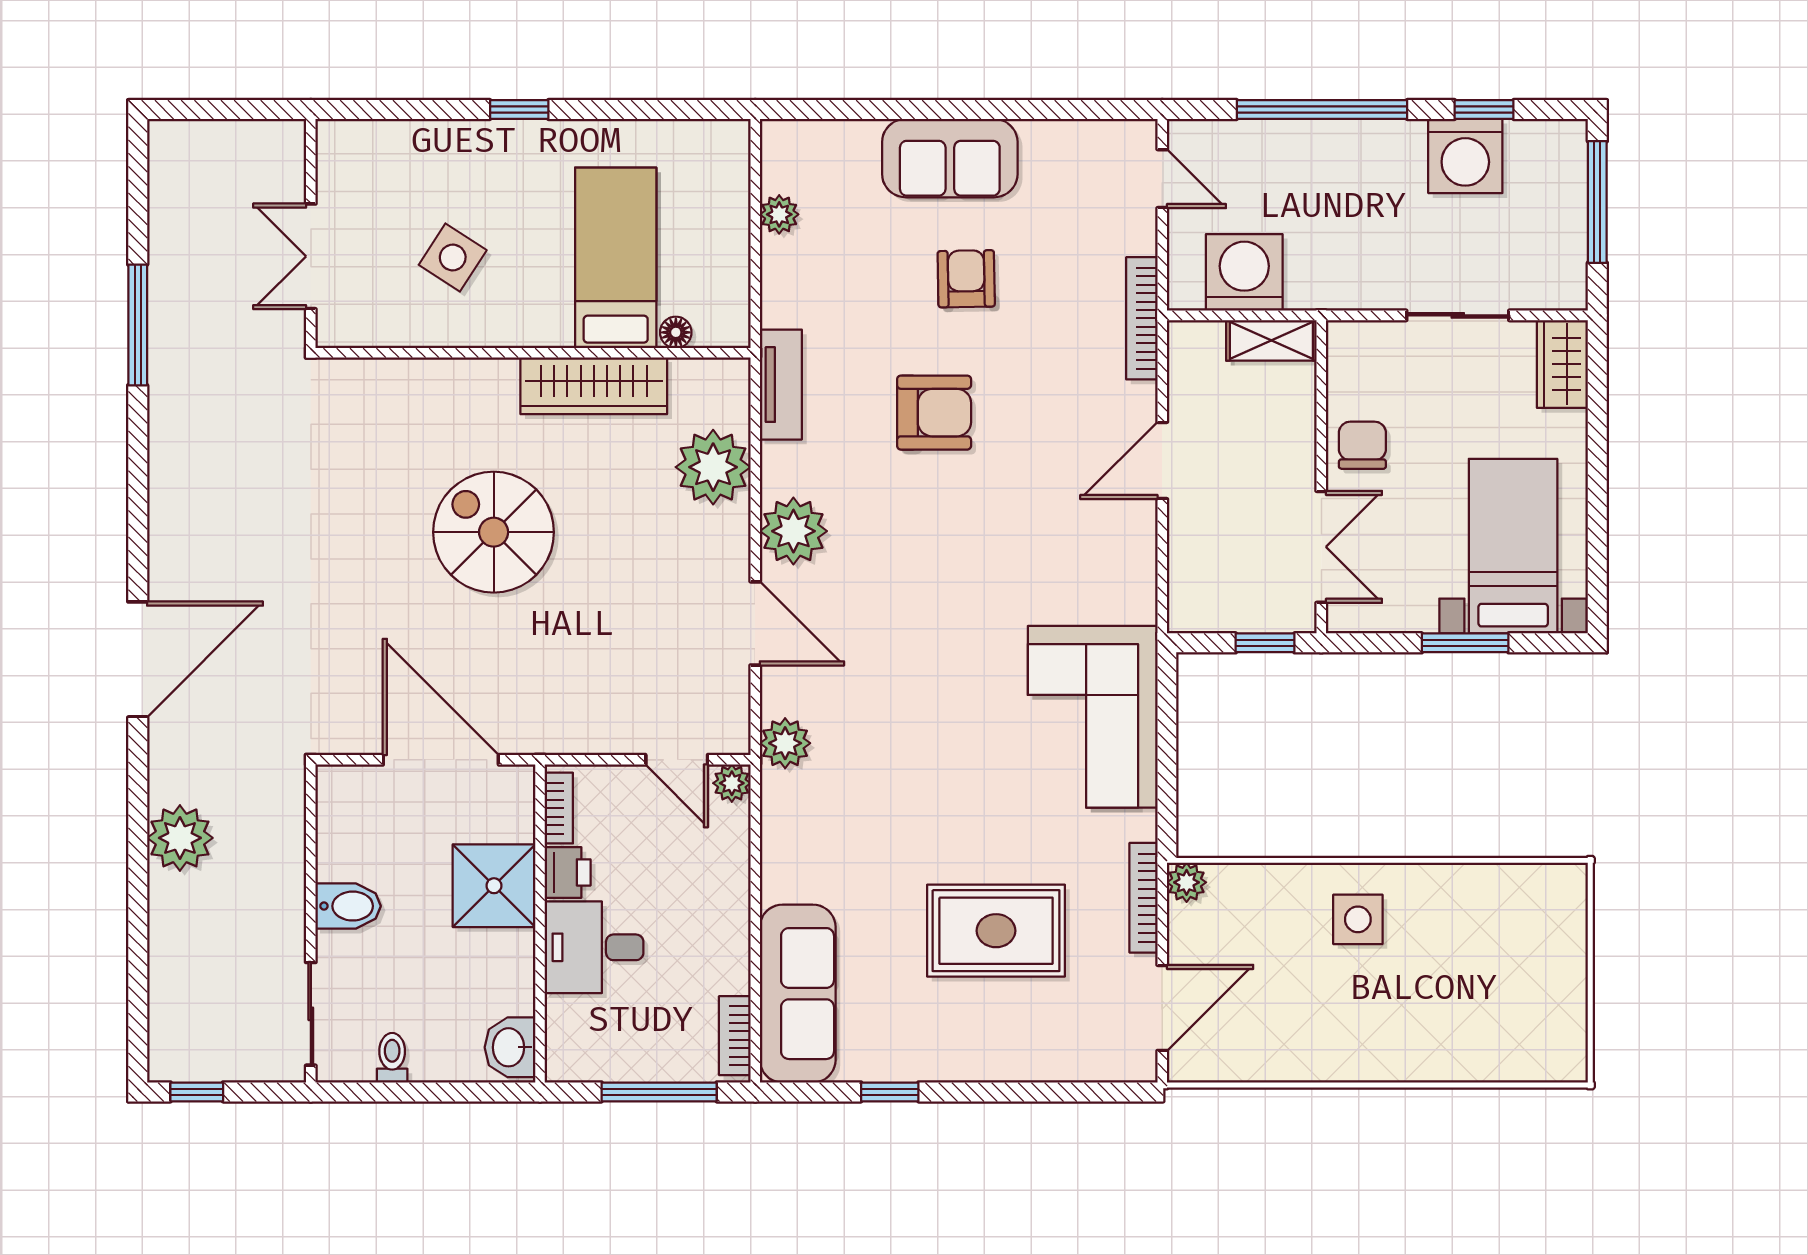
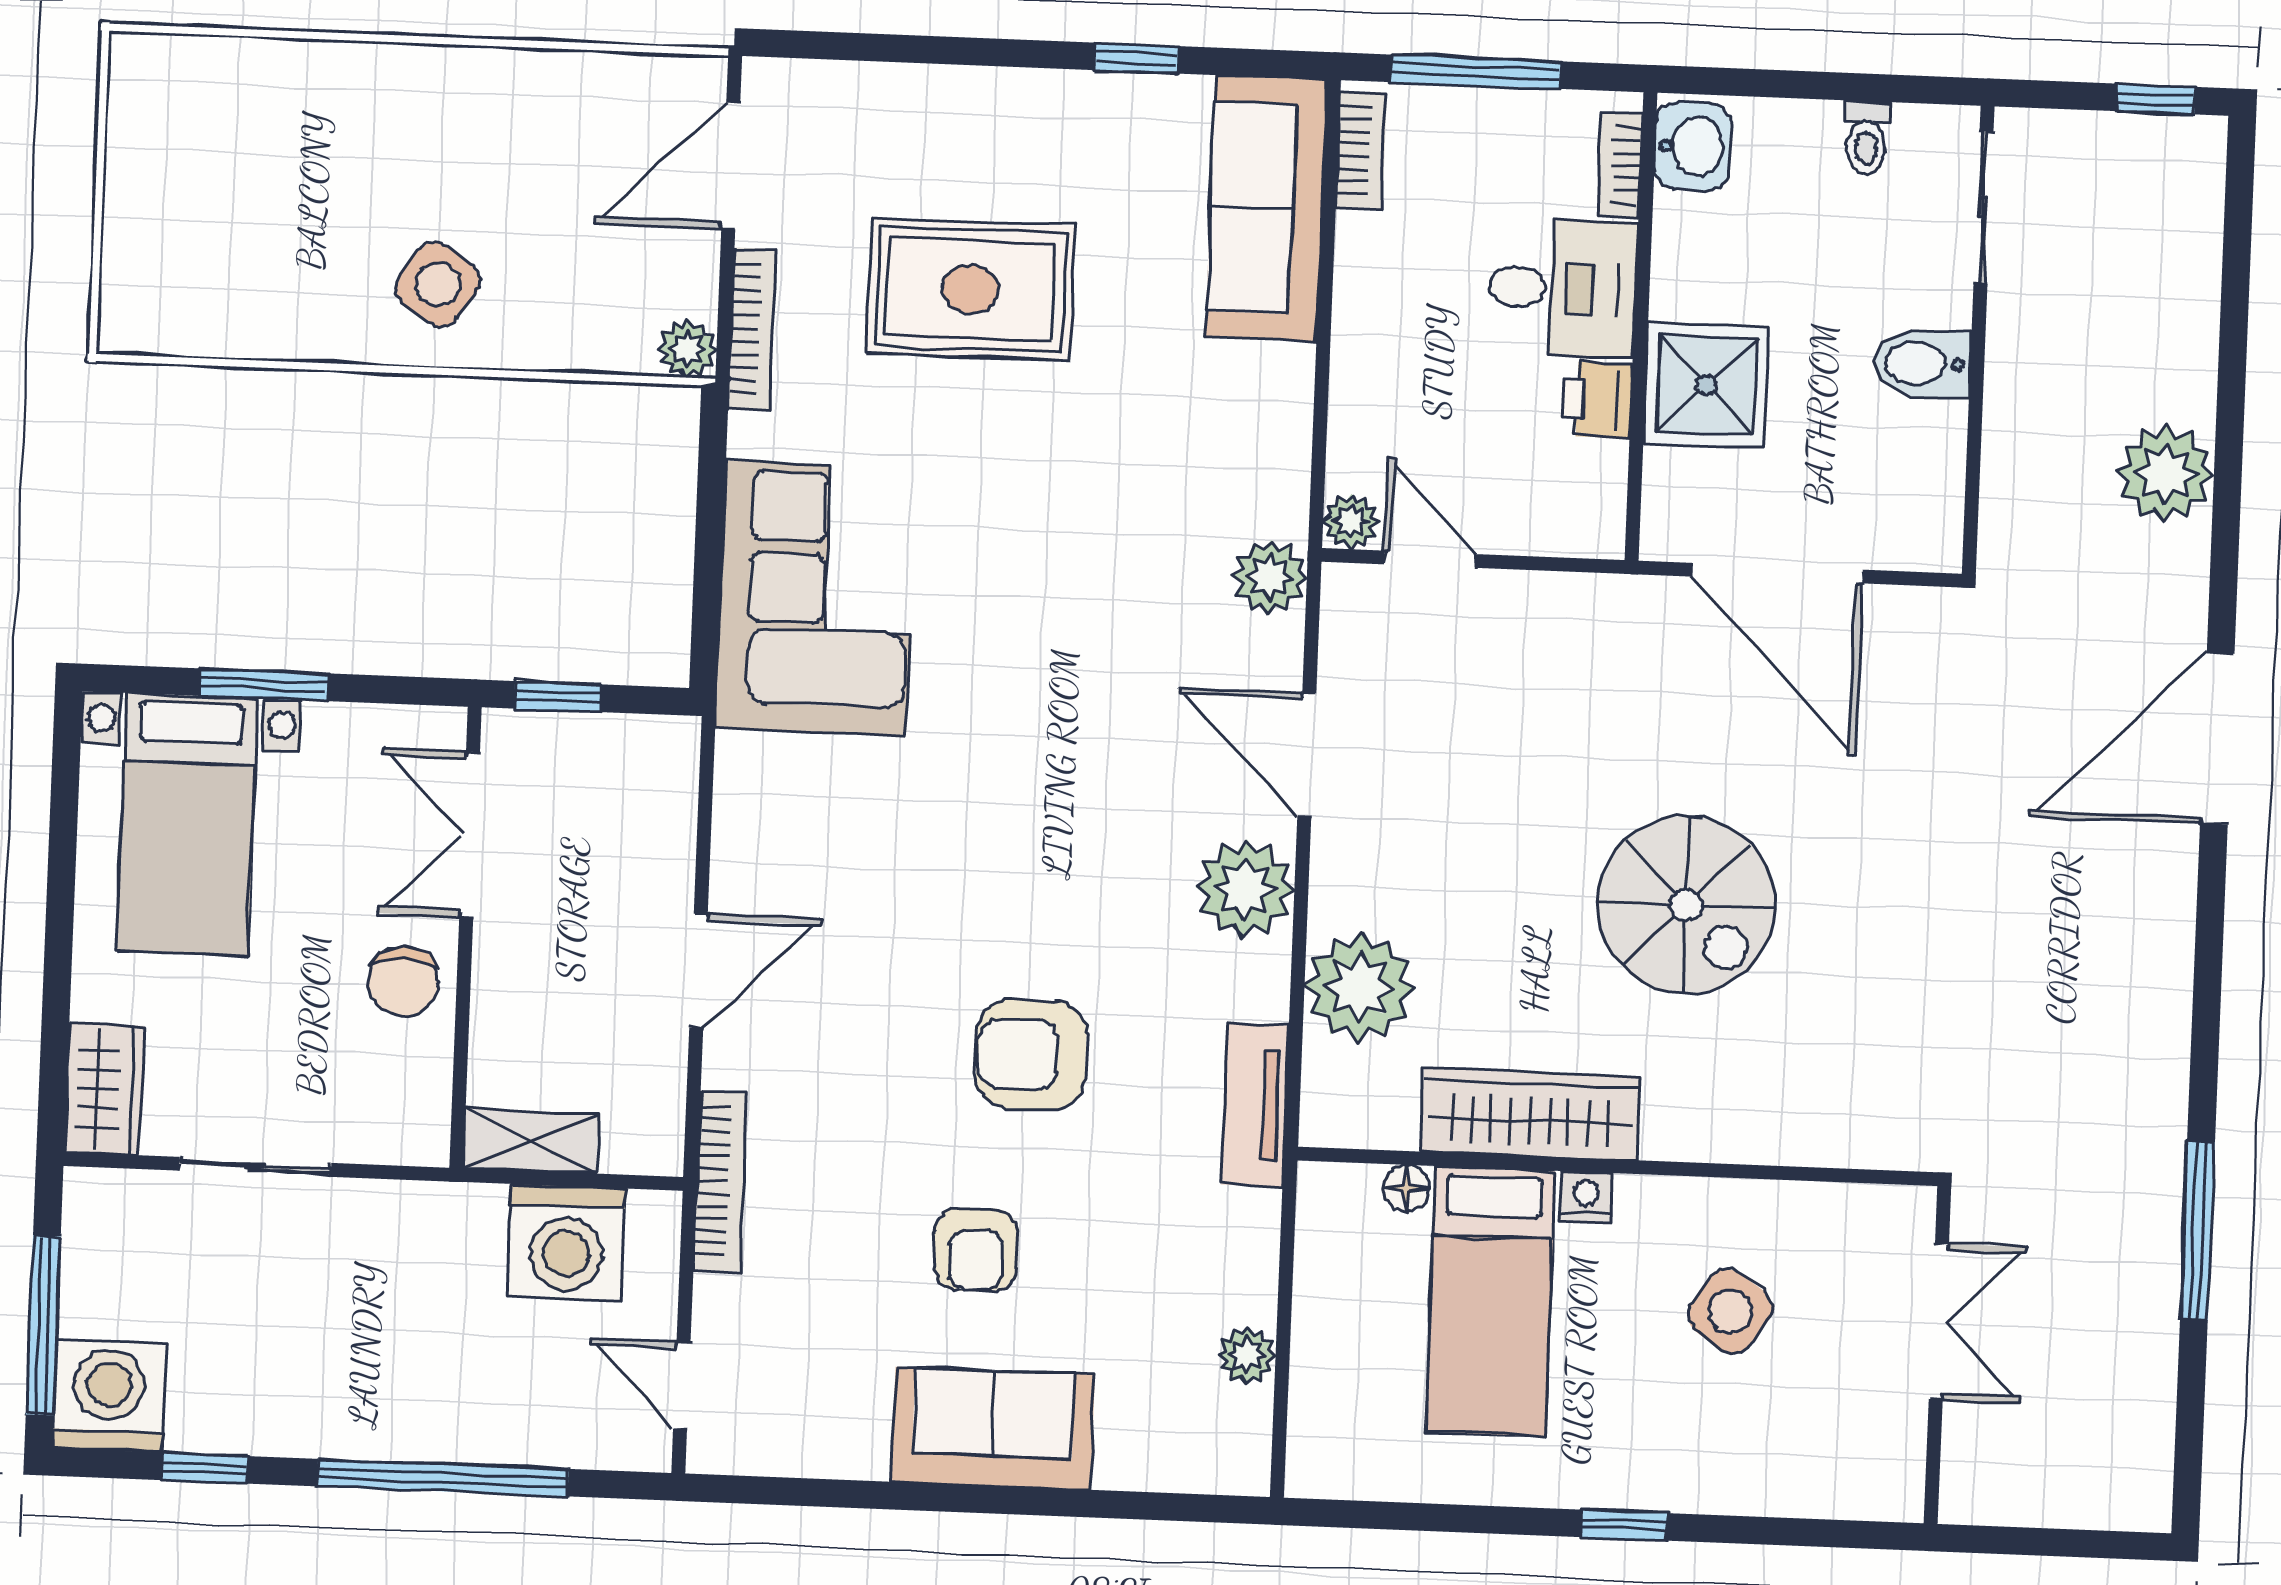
washing machine: (1465, 156) -> (109, 1396), moved
nightstand: (554, 331) -> (1586, 1197), added
bookcase: (559, 808) -> (1620, 165), moved
side table: (1358, 919) -> (438, 284), turned 34

